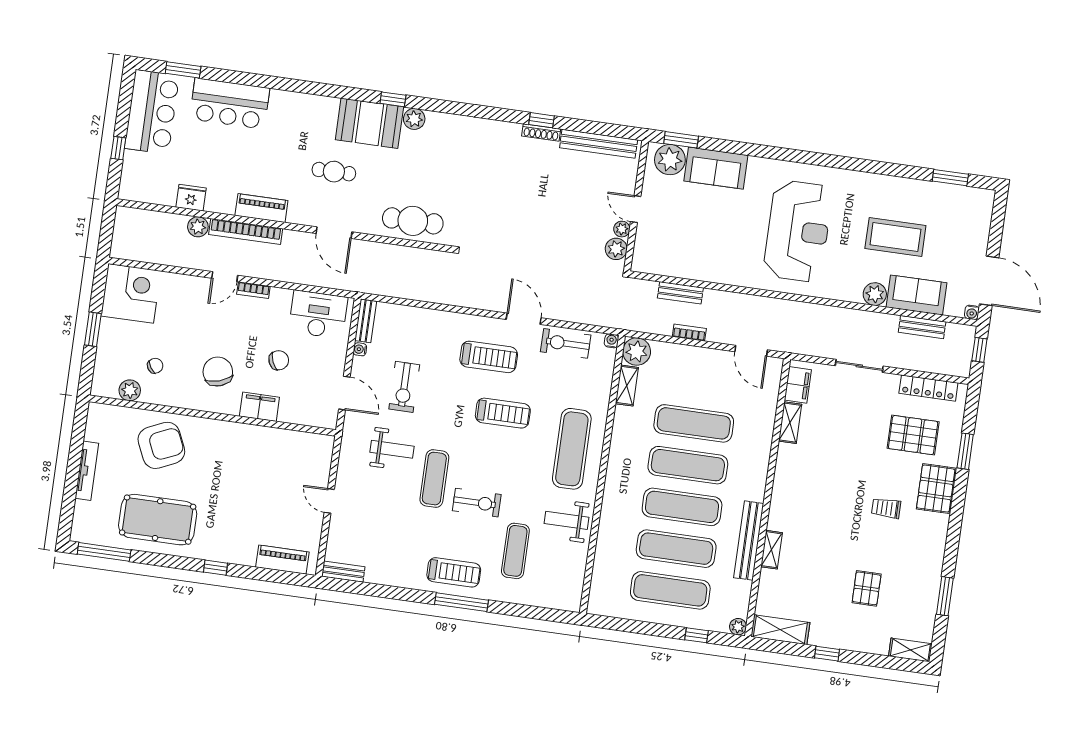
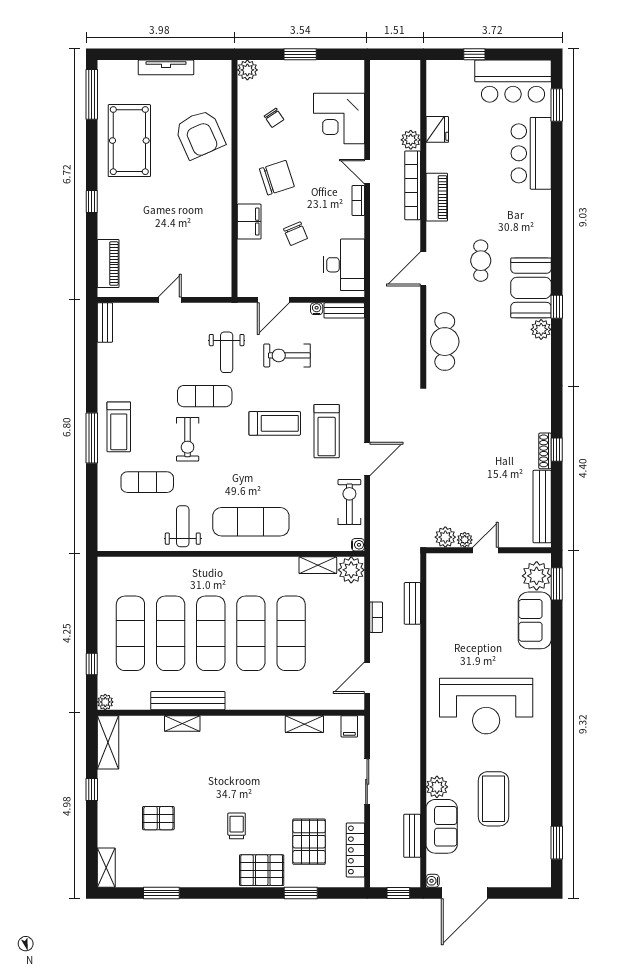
corner desk: (131, 293) -> (339, 118), moved, turned 90
filing cabinet: (798, 385) -> (349, 726), width x0.50
plant: (130, 390) -> (247, 70), moved
treadmill: (503, 413) -> (275, 423), moved, turned -90

